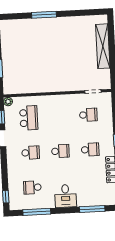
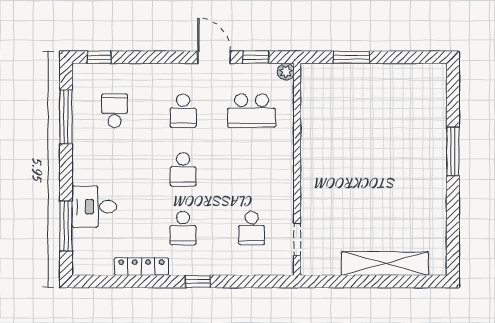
desk: (65, 196) -> (94, 207), moved

